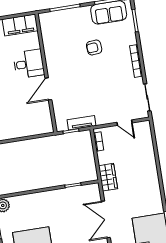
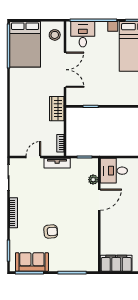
desk: (29, 64) -> (114, 171), moved
plant: (58, 109) -> (93, 180), added
tv unit: (82, 123) -> (57, 163), moved
door: (125, 123) -> (33, 157), hinge flipped

